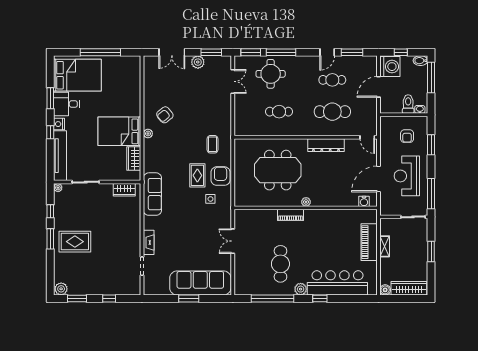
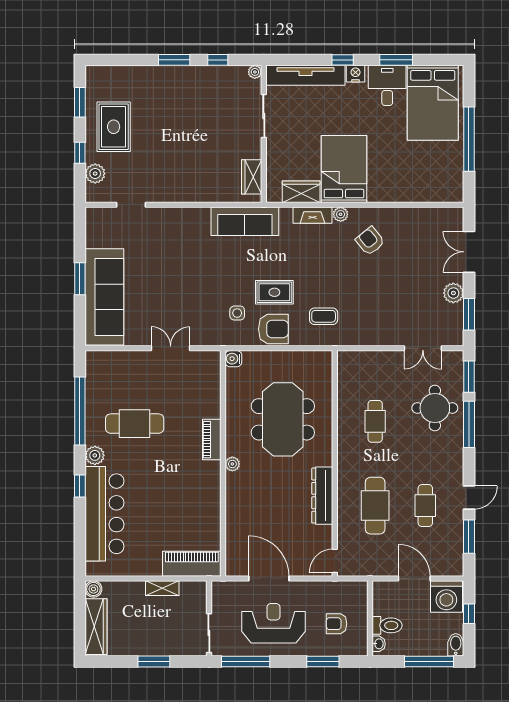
door: (327, 52) -> (469, 497), swing flipped
water cooler: (364, 201) -> (233, 359), moved
rug: (75, 242) -> (114, 127), moved
fireplace: (149, 242) -> (312, 215), moved
piano: (369, 242) -> (192, 564), moved
plant: (61, 289) -> (95, 174), moved

